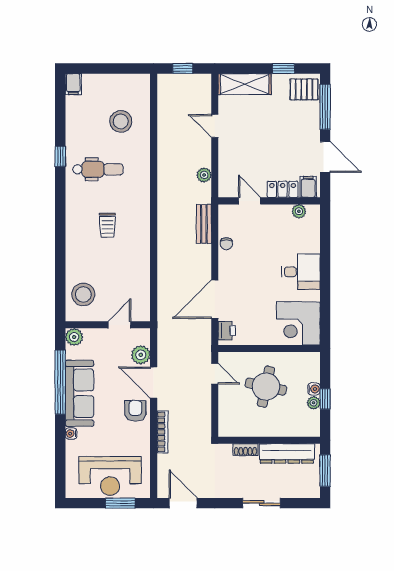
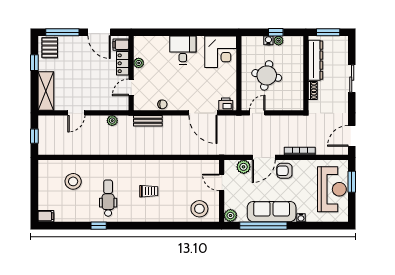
door: (325, 157) -> (99, 32), swing flipped
plant: (299, 211) -> (139, 63), moved

